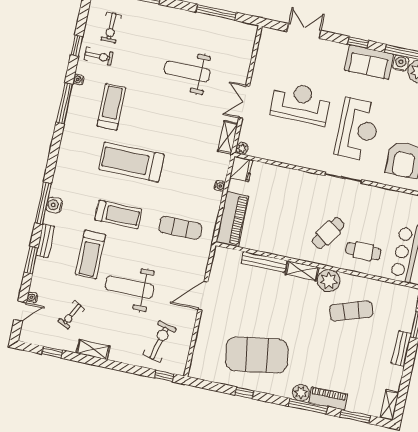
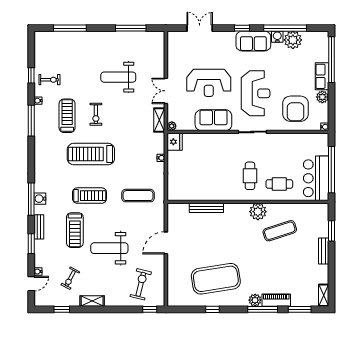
exercise bike: (111, 27) -> (96, 114), moved
reception desk: (301, 103) -> (209, 83), turned 180
sofa: (297, 152) -> (213, 120), added
piano: (232, 219) -> (176, 181), removed
cafe table: (328, 233) -> (250, 176), turned -34
shelving: (302, 271) -> (236, 209), removed

